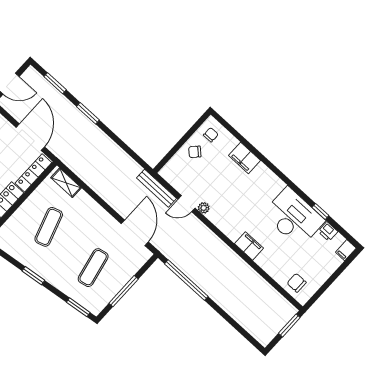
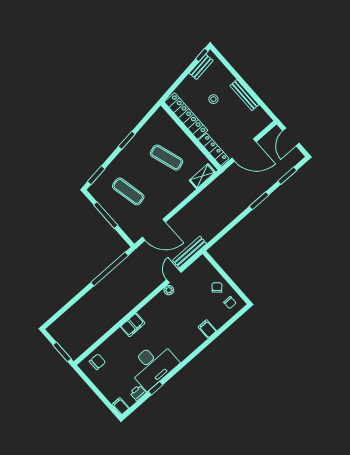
filing cabinet: (244, 158) -> (207, 329), width x0.50

